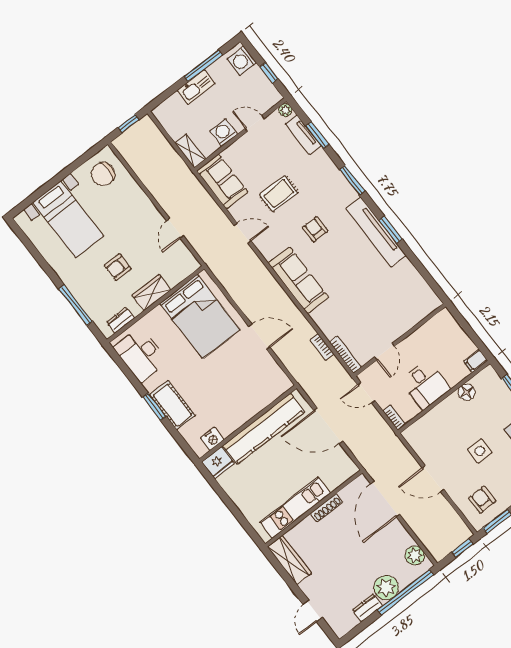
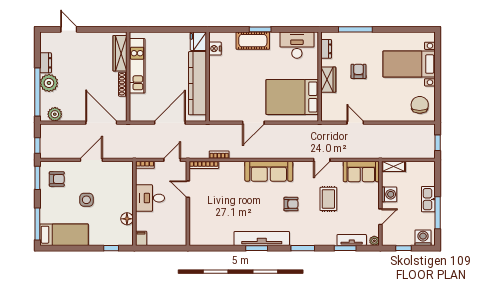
wardrobe: (289, 560) -> (120, 53), moved, turned 90

